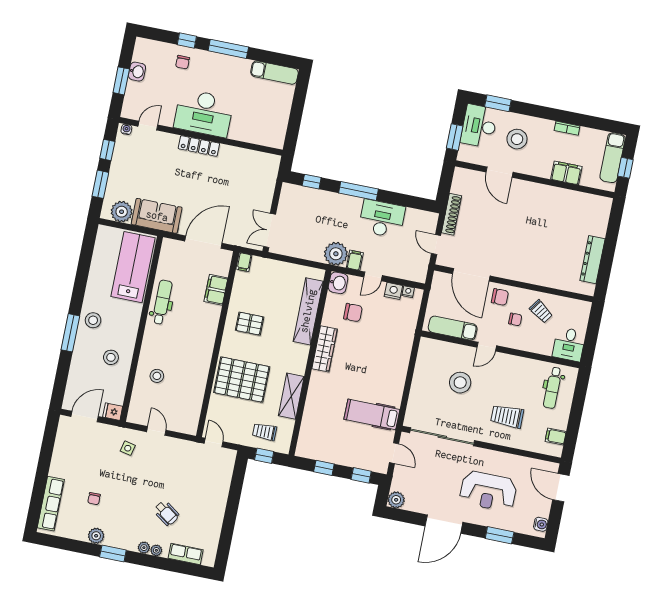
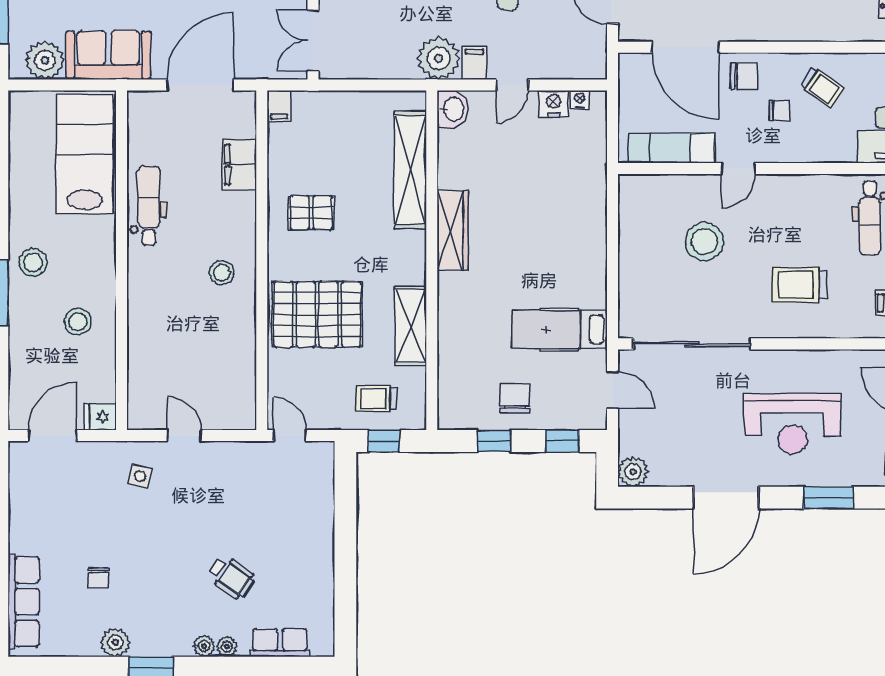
chair: (353, 313) -> (515, 398), moved, turned -90
stool: (157, 376) -> (222, 273), moved

